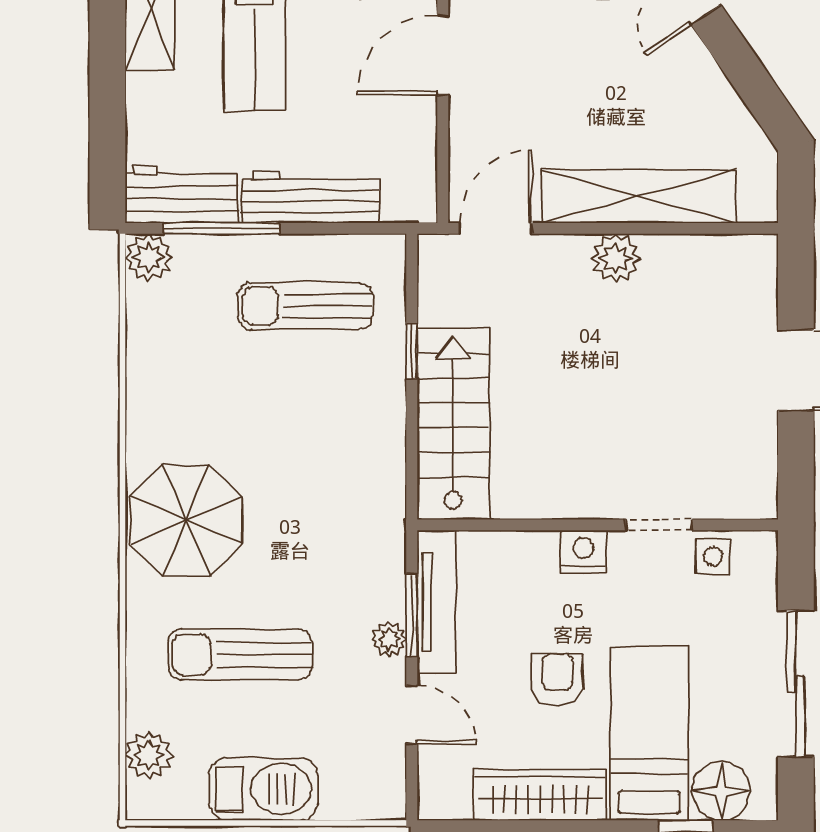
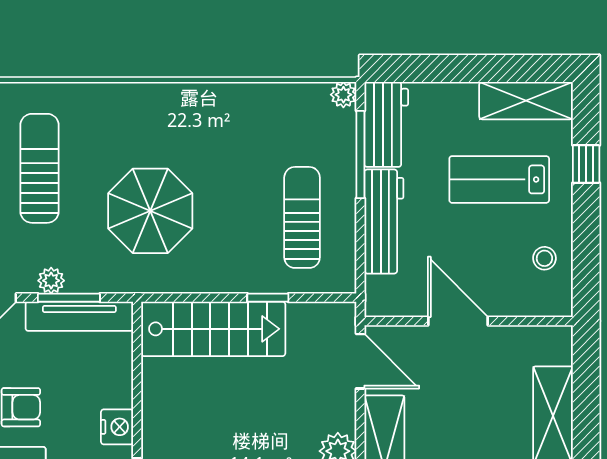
door: (443, 55) -> (458, 321), moved
plant: (149, 257) -> (343, 95), width x0.73, depth x0.73
parasol: (186, 520) -> (150, 211), moved

